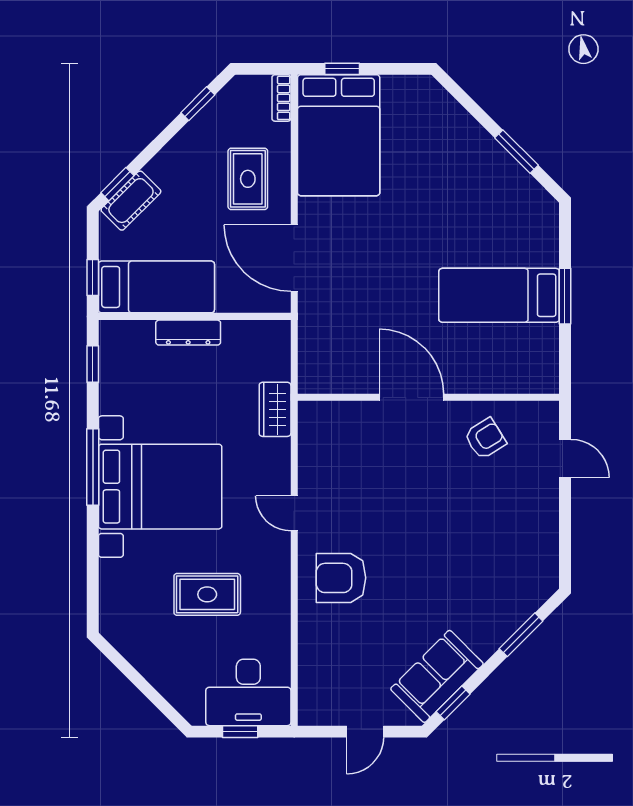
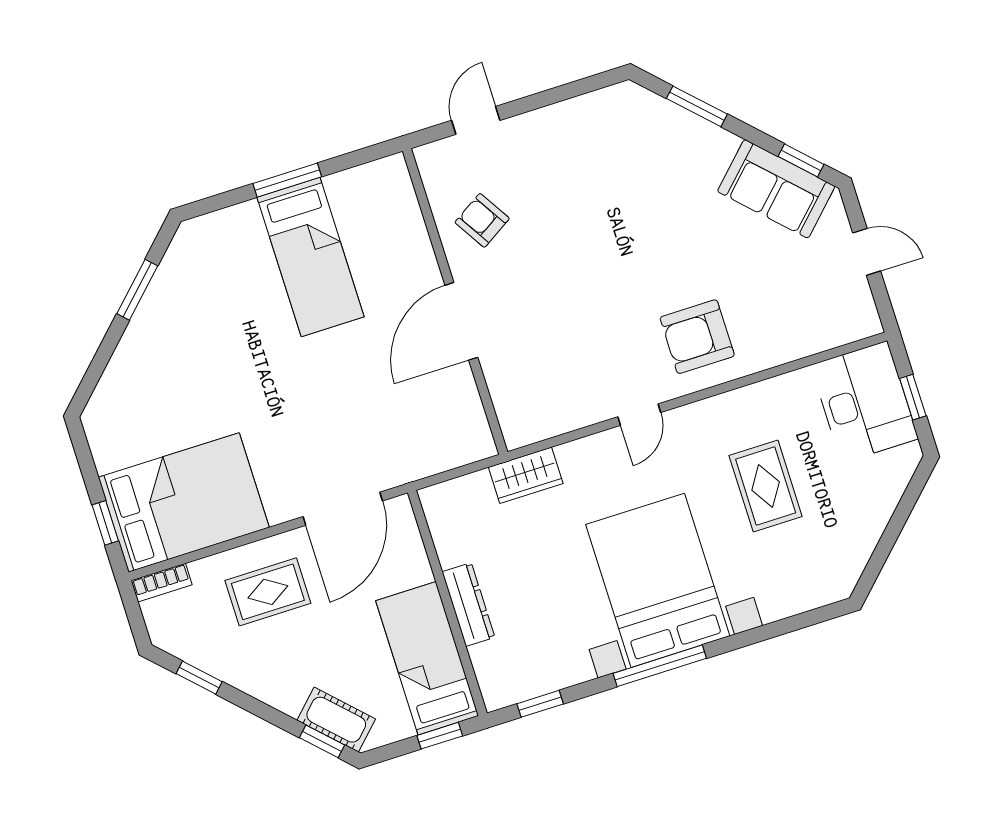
armchair: (341, 578) -> (697, 337), turned 90

